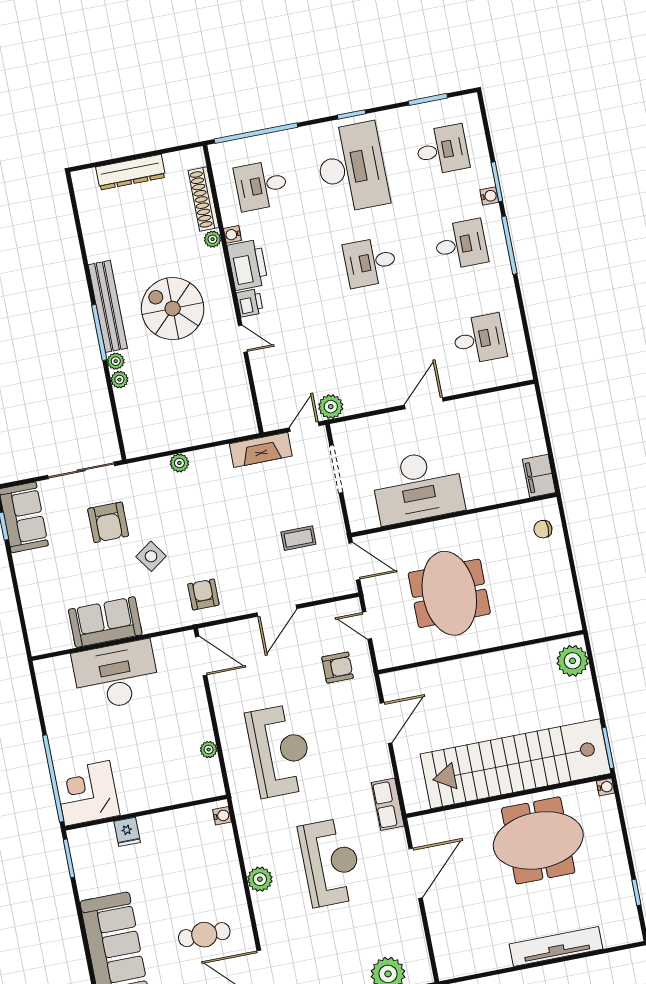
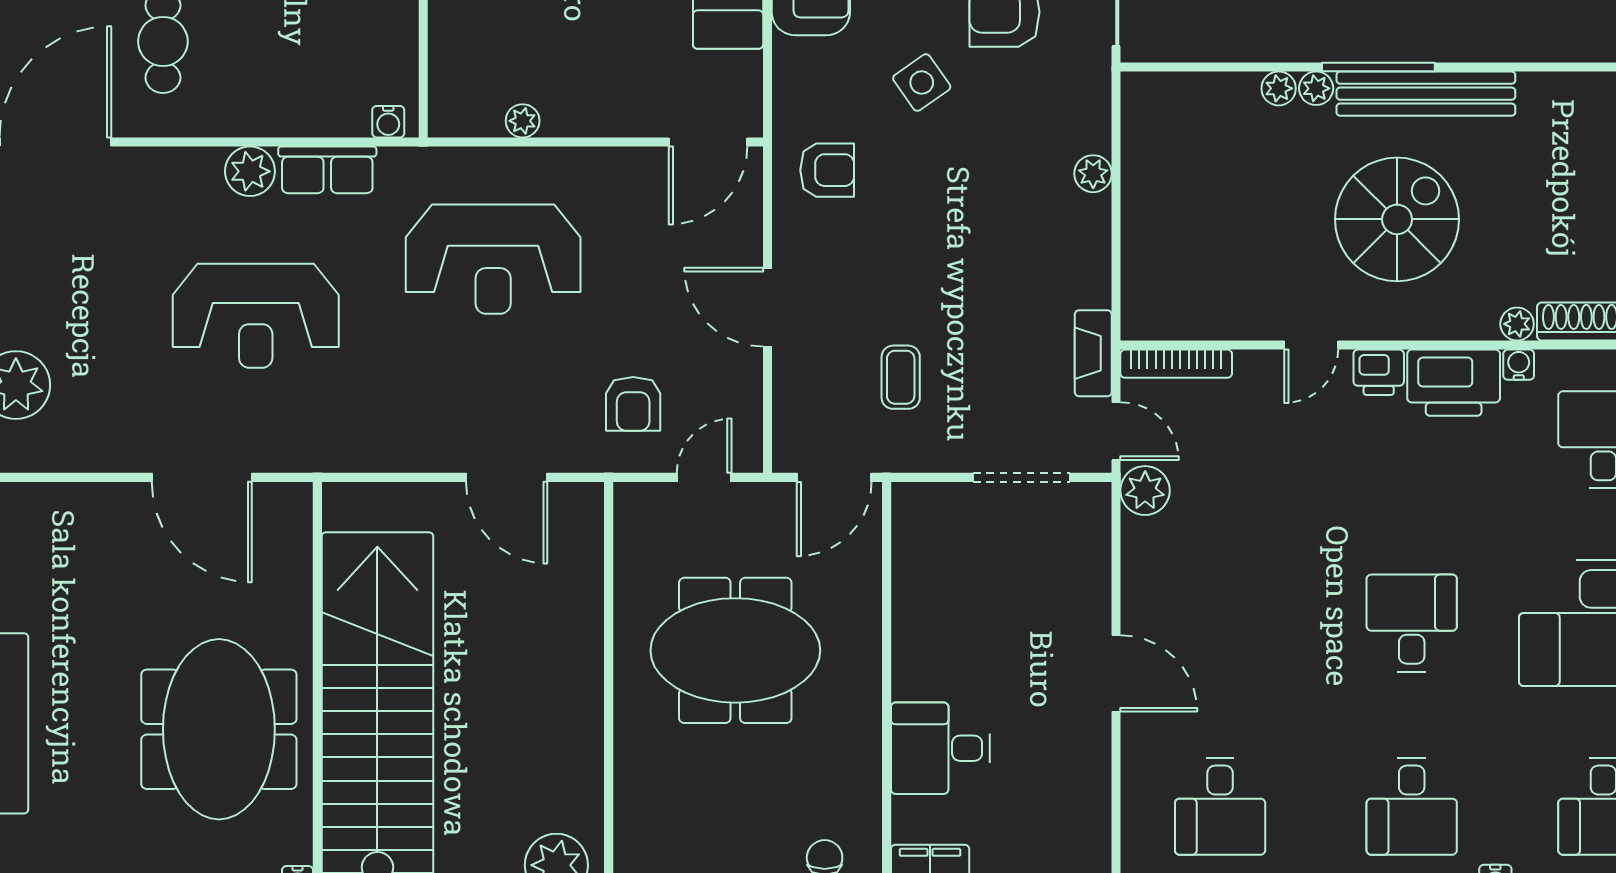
bookcase: (265, 404) -> (1176, 364), added
fireplace: (261, 450) -> (1093, 353), width x0.73, depth x0.76
desk: (418, 487) -> (940, 748), moved, width x0.53, depth x0.77
row of seats: (388, 804) -> (327, 170), moved, turned 180

